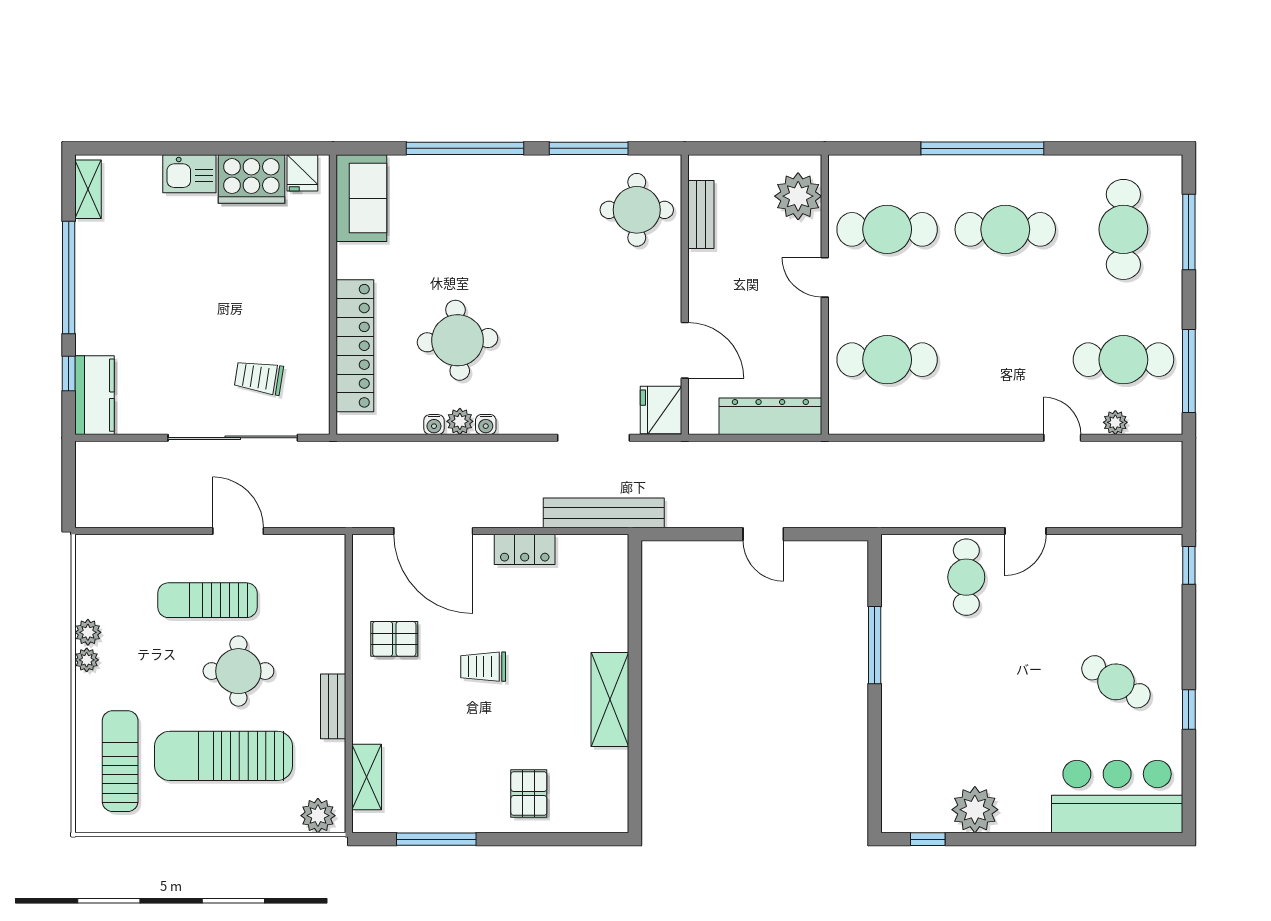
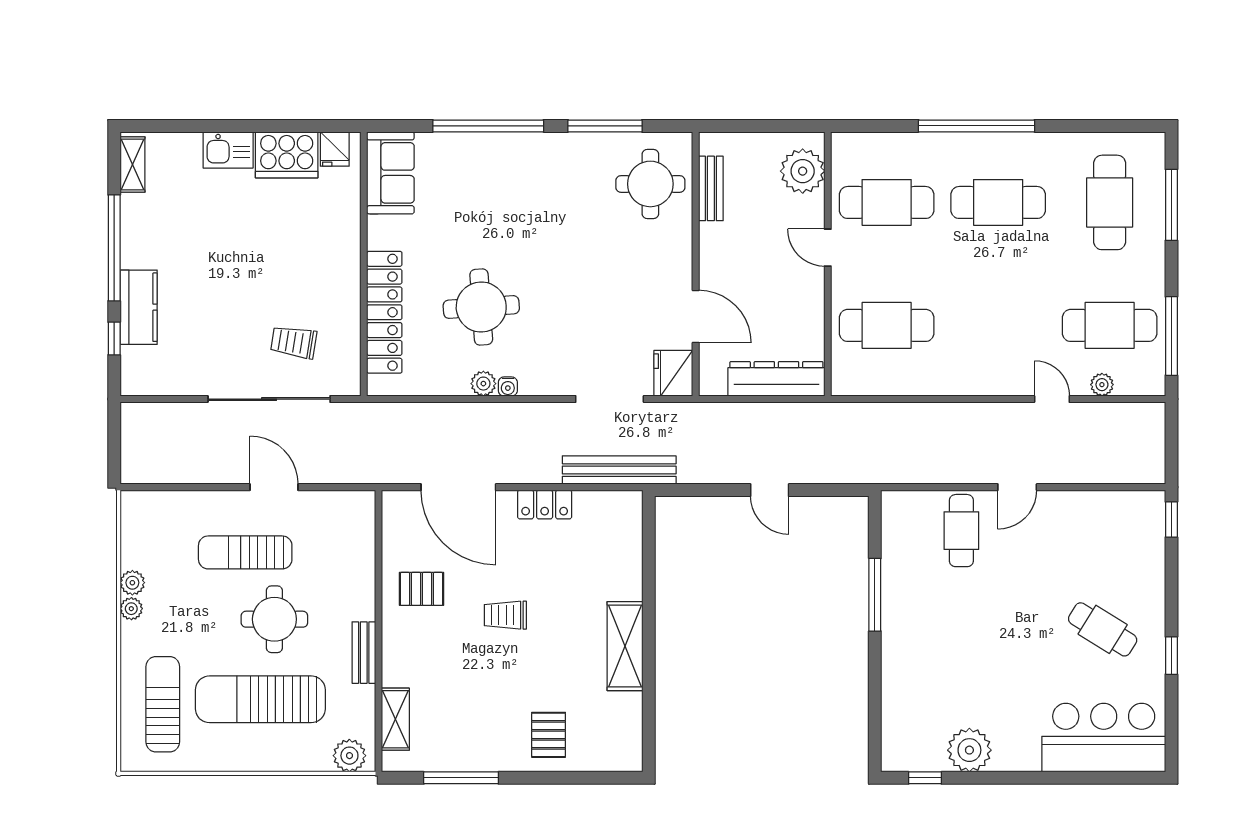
kitchen counter: (95, 395) -> (139, 307), moved
water cooler: (434, 425) -> (459, 387), removed

